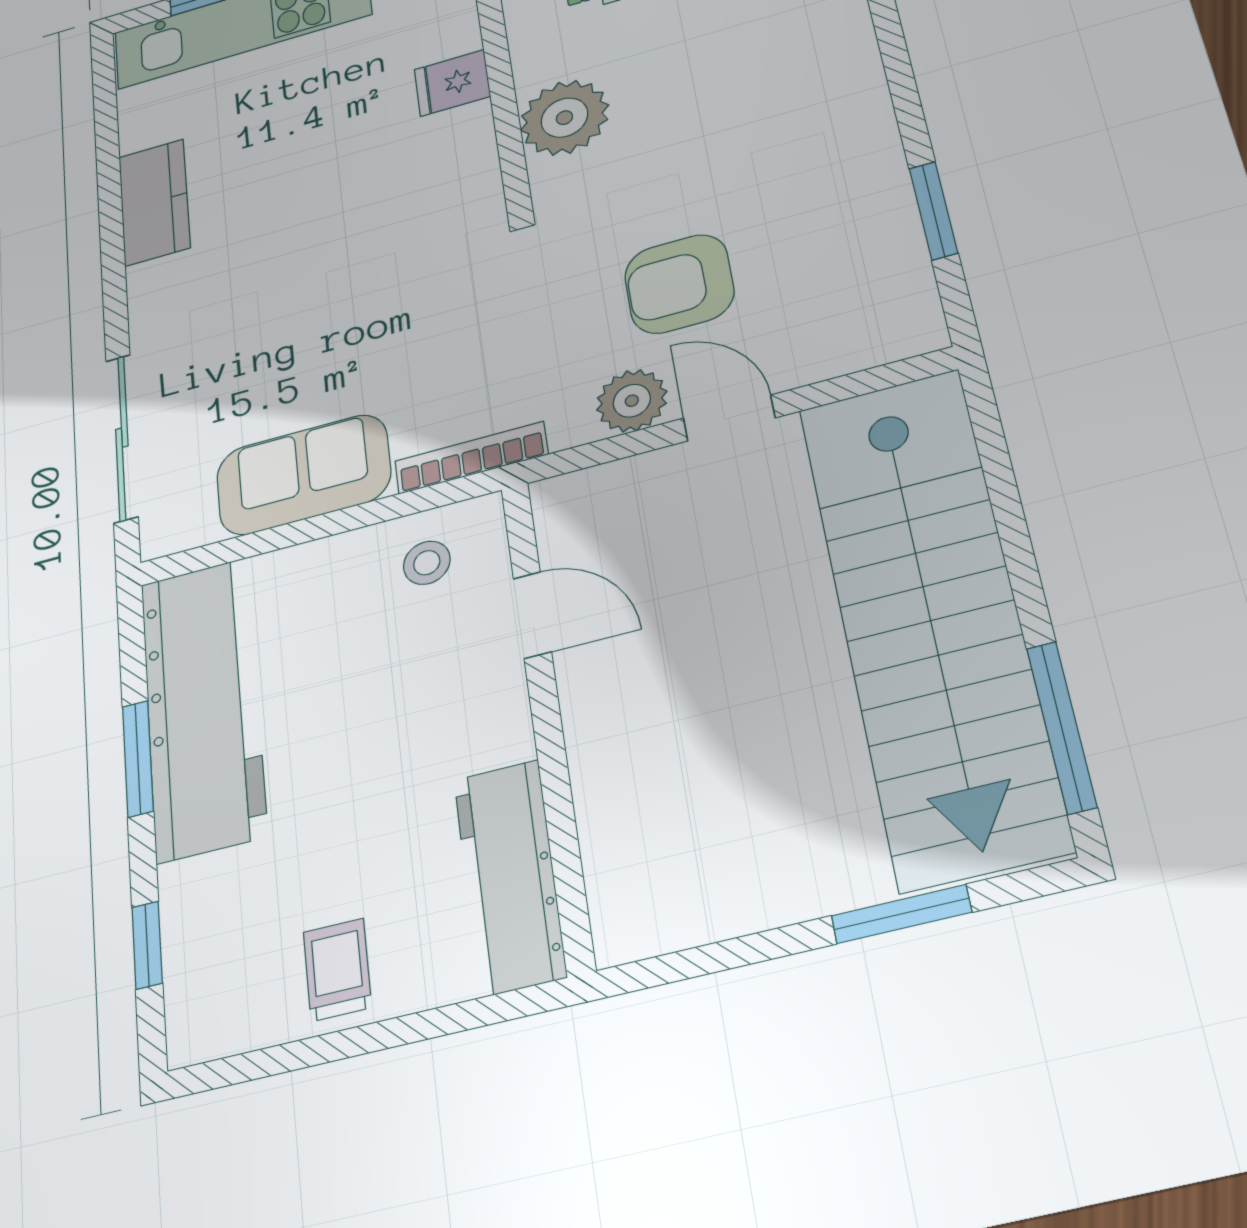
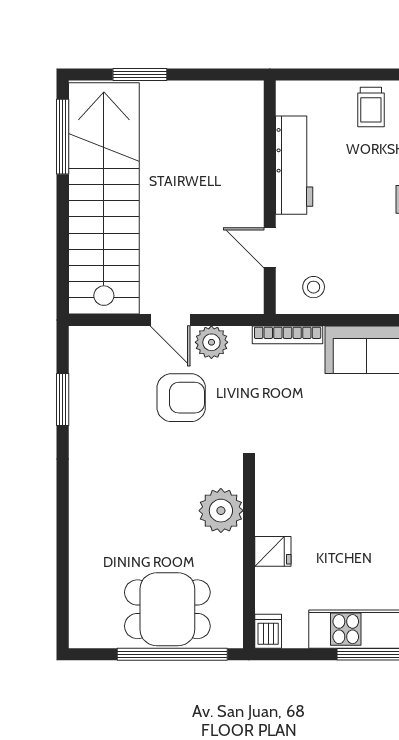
workbench: (509, 877) -> (294, 165), moved

